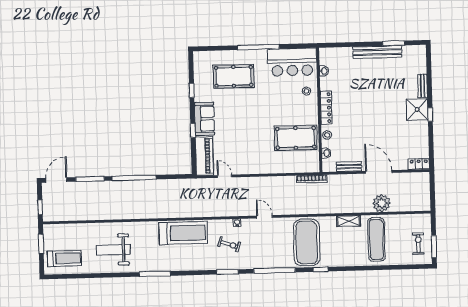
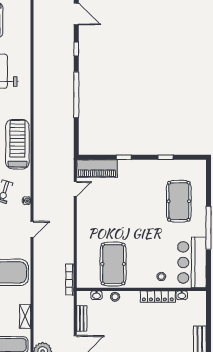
locker: (326, 108) -> (158, 297), moved
sofa: (204, 119) -> (135, 170), removed
window: (90, 179) -> (76, 49), width x0.46
treadmill: (183, 233) -> (17, 144), turned 180

